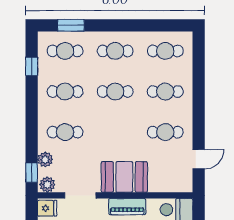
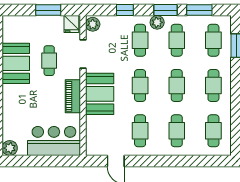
window: (32, 66) -> (199, 10), width x1.50
window: (32, 104) -> (166, 10), added
cafe table: (115, 132) -> (140, 86), added
plant: (45, 160) -> (157, 22), moved
window: (32, 173) -> (125, 10), moved

